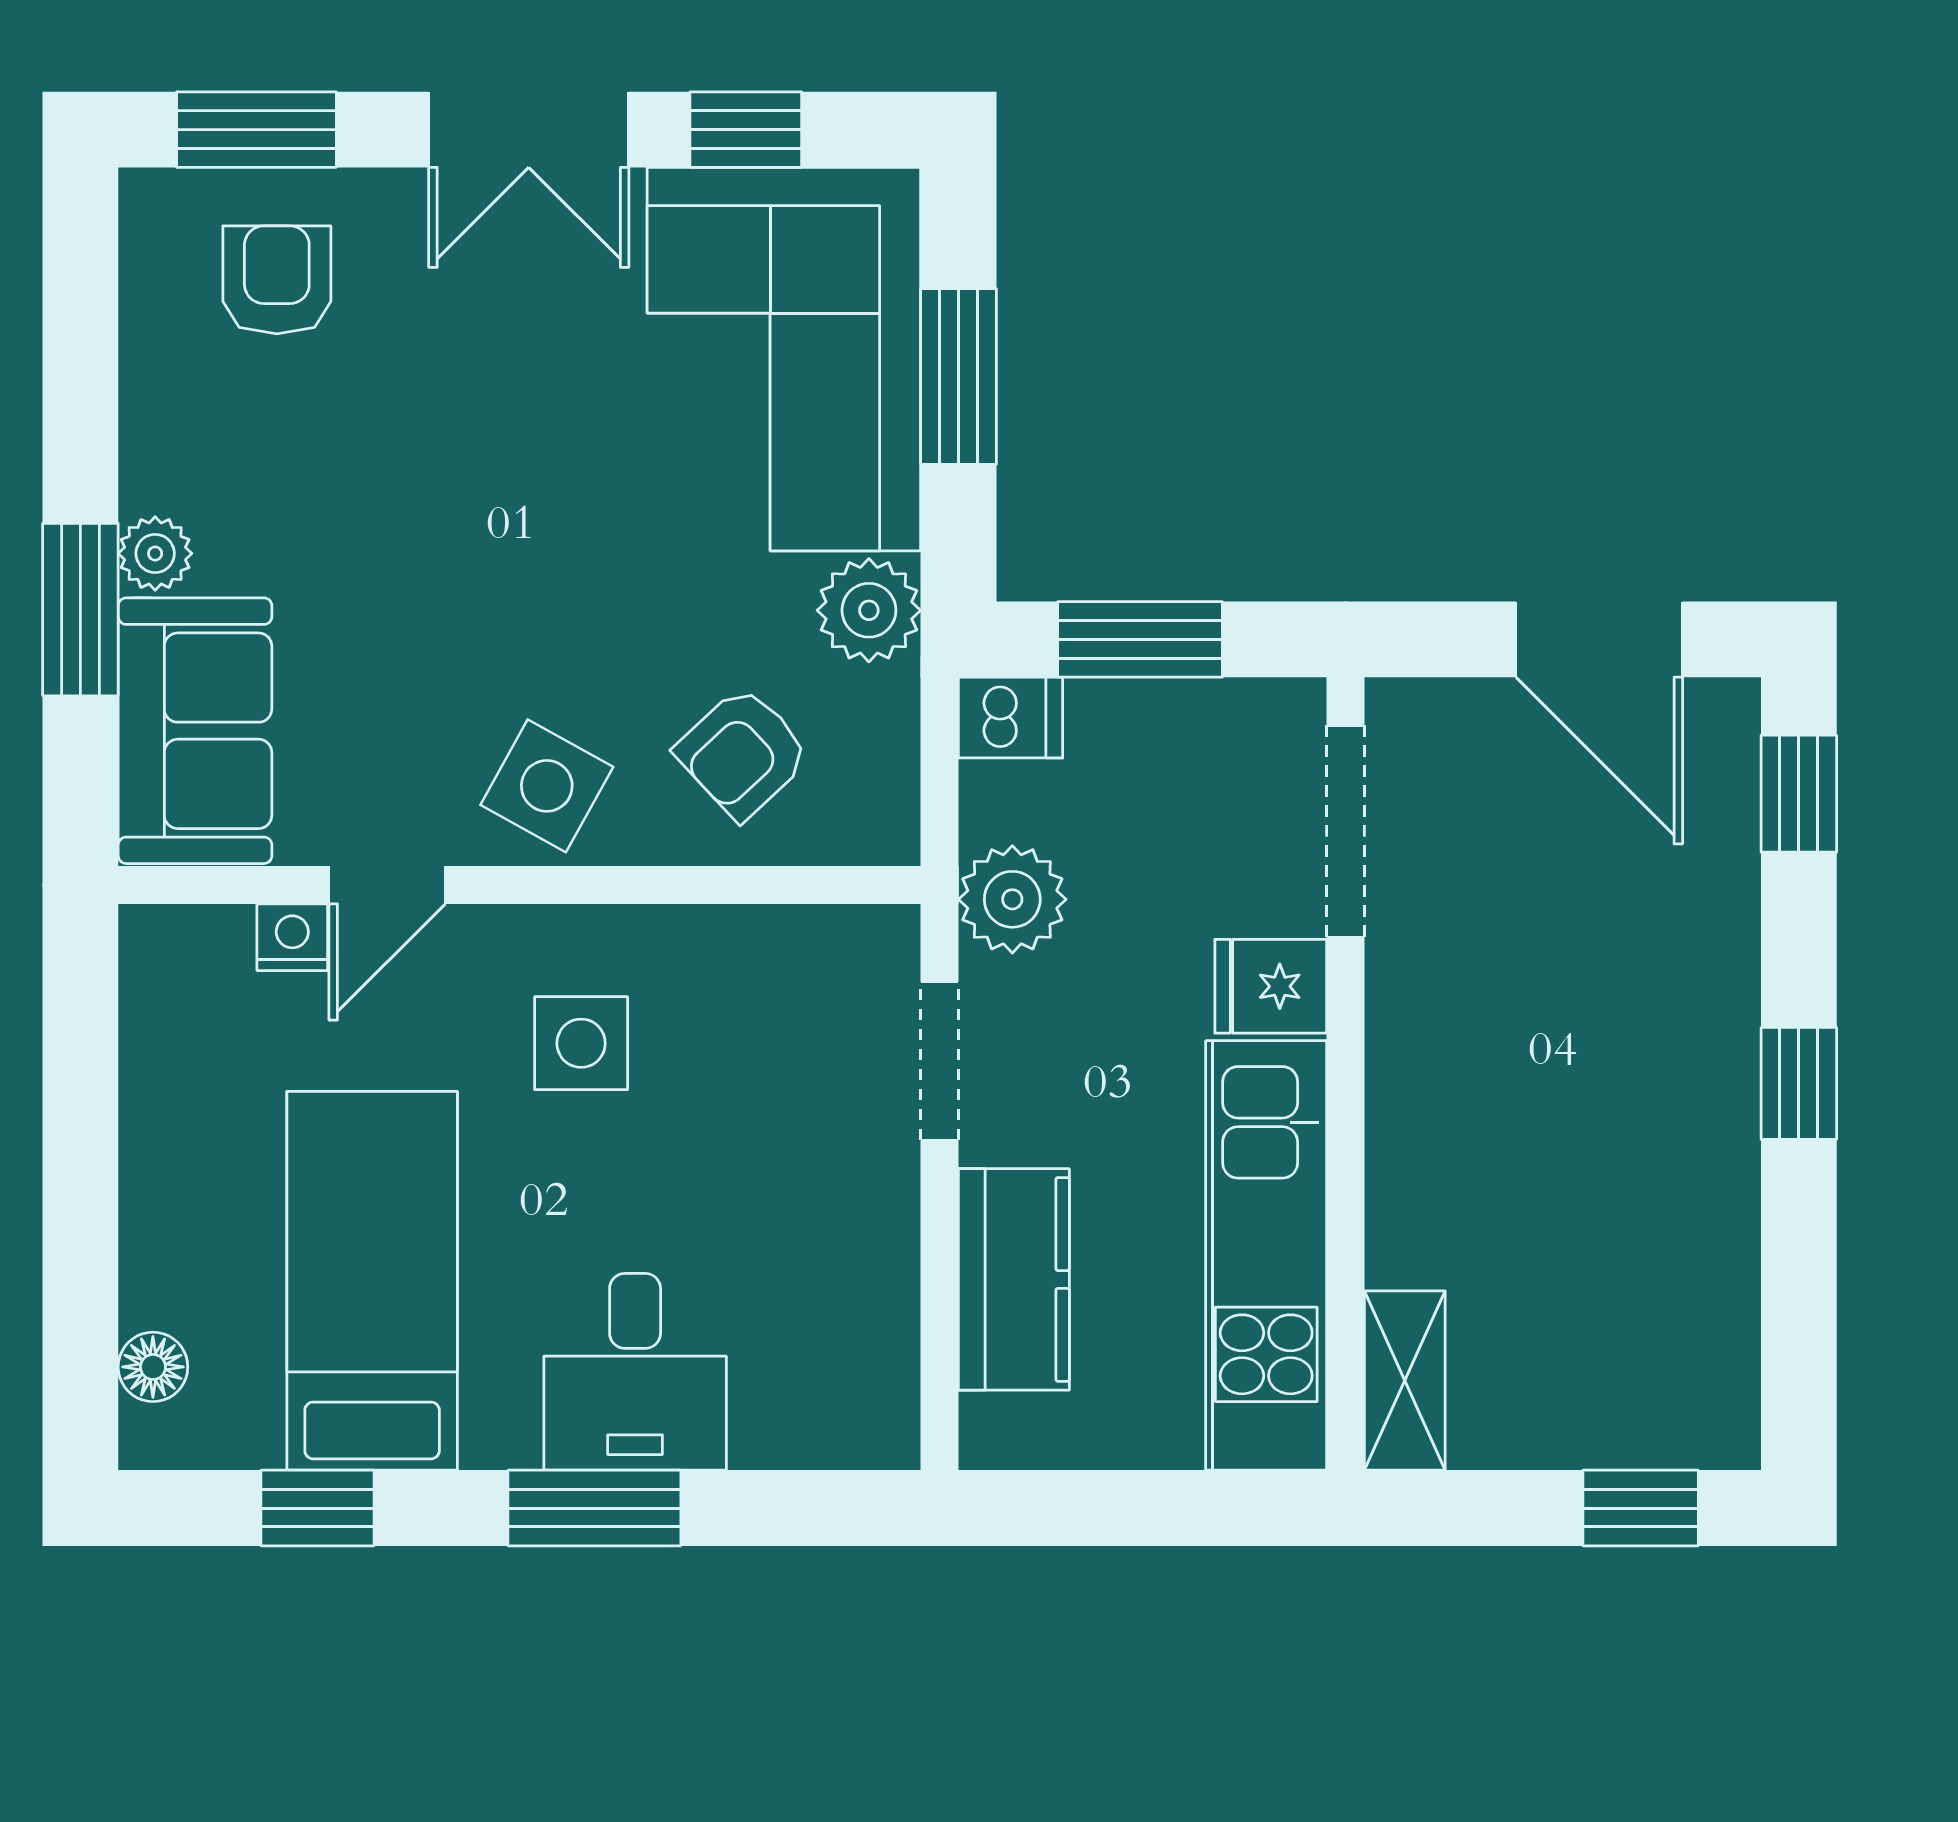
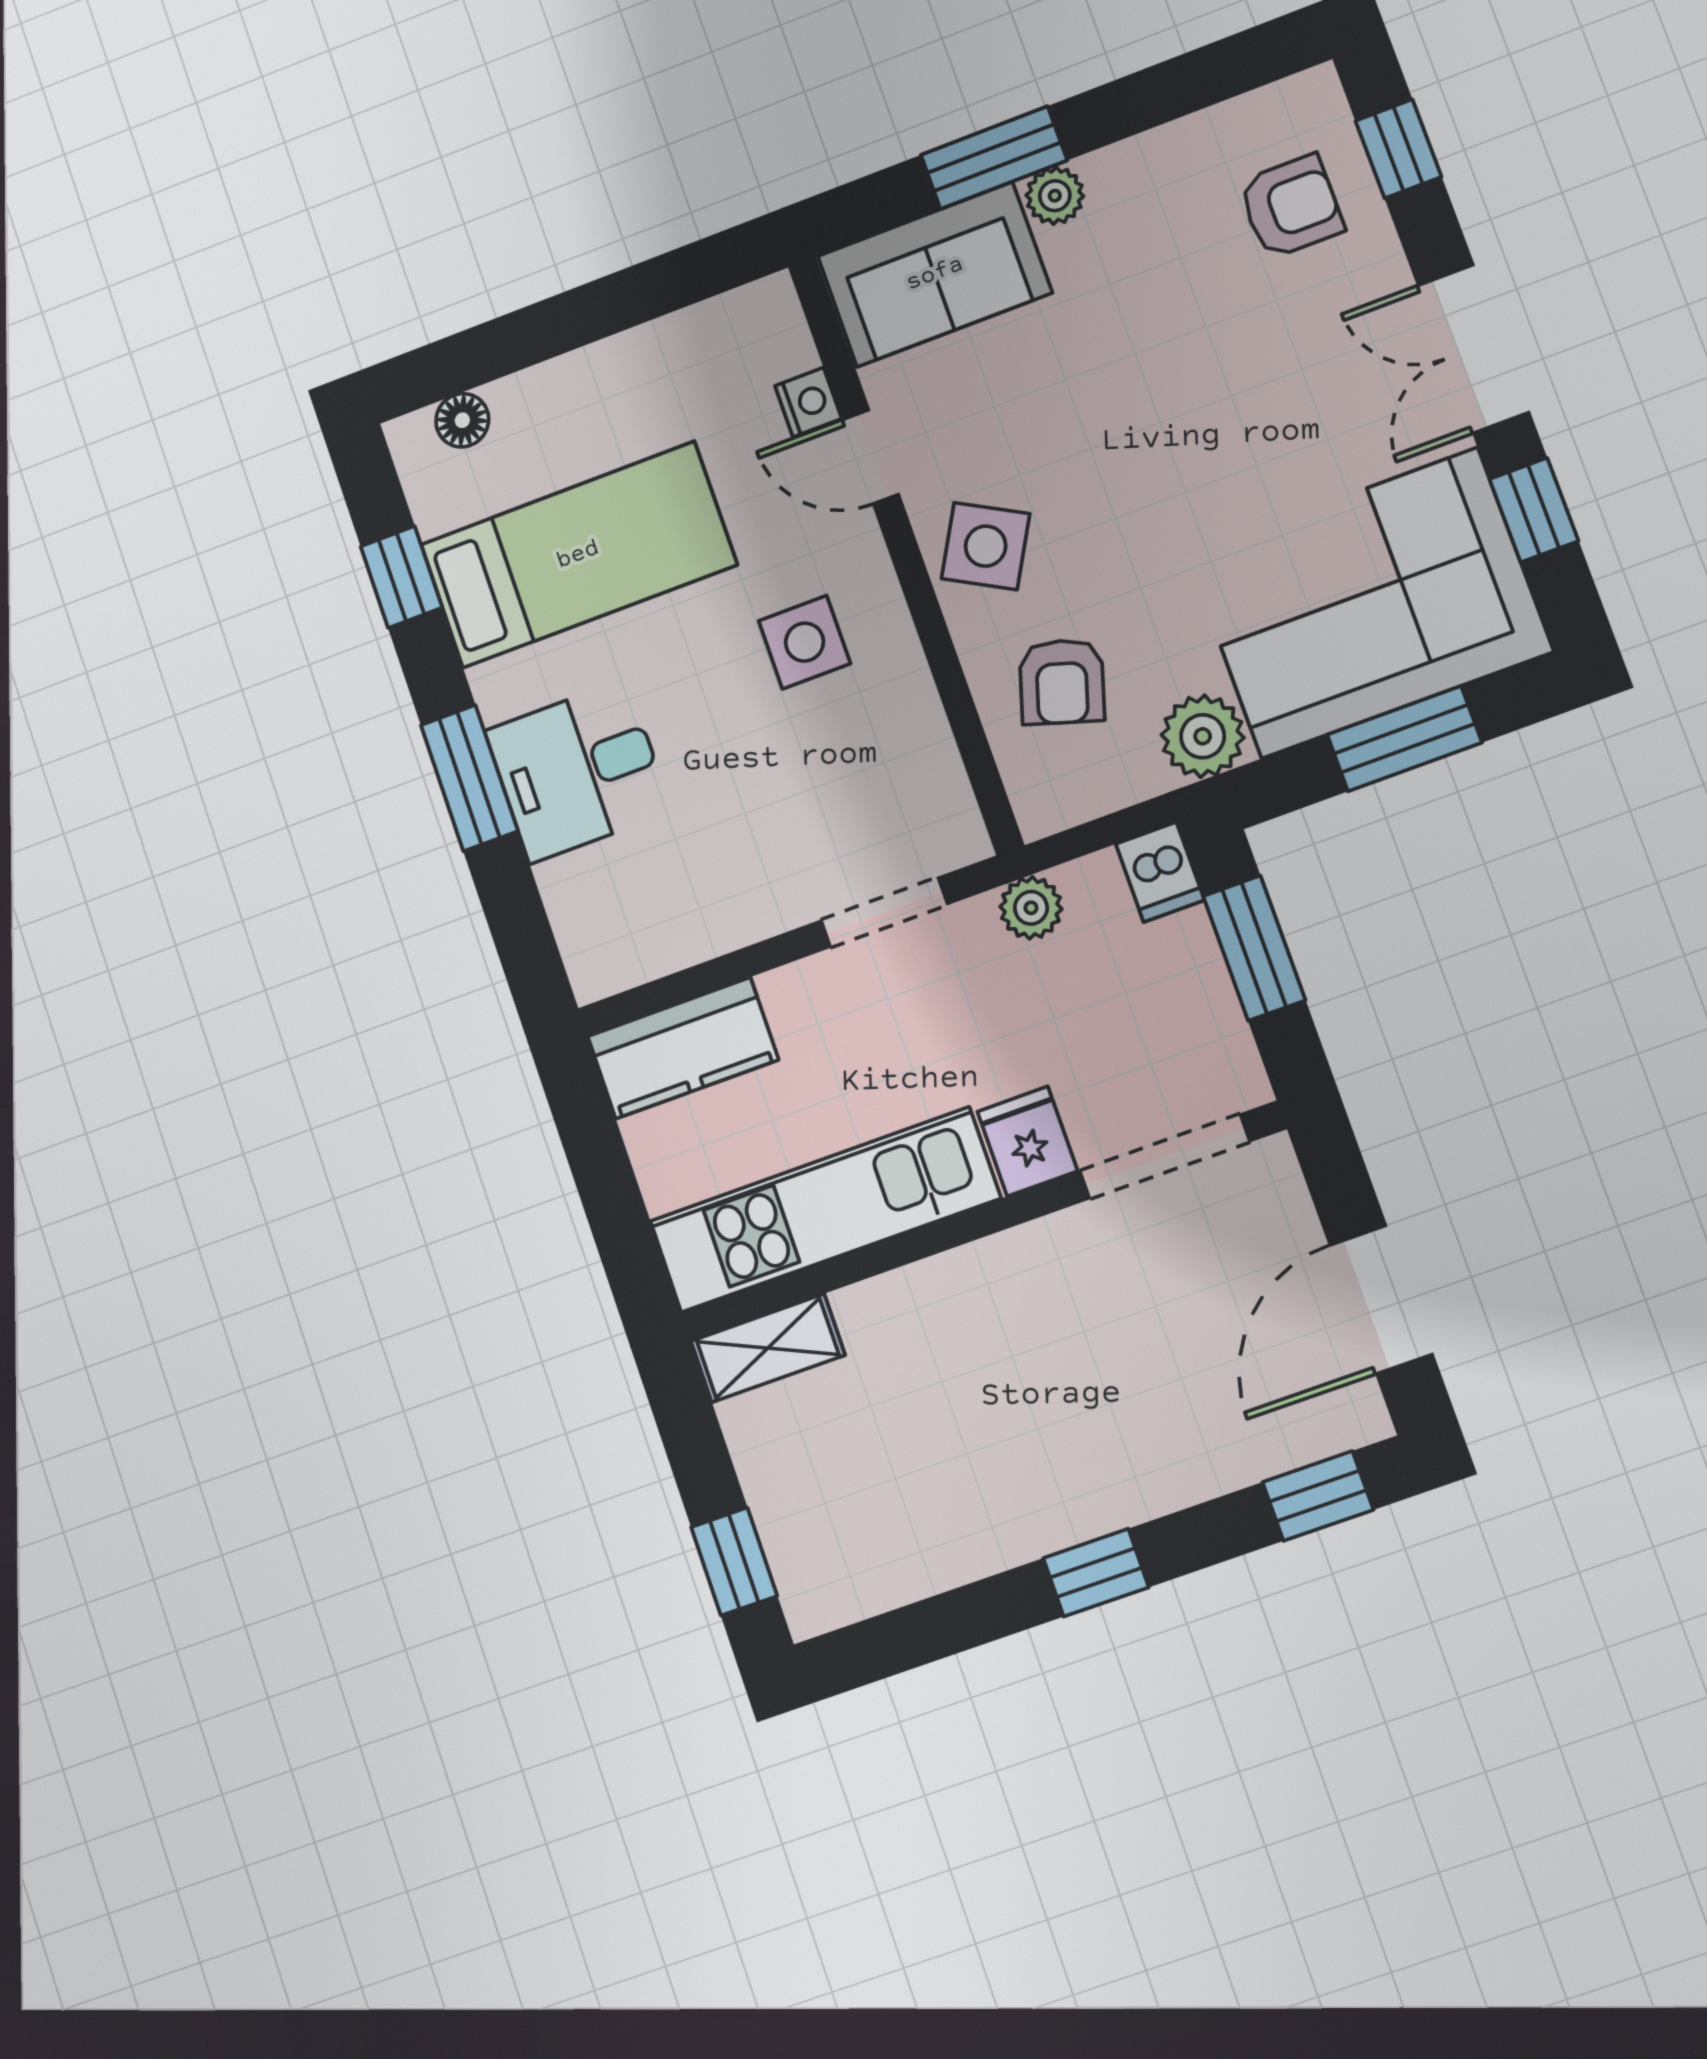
window: (256, 130) -> (1398, 149), width x0.67
armchair: (743, 753) -> (1062, 682), turned -120
plant: (1012, 899) -> (1031, 908), width x0.73, depth x0.73
kitchen counter: (1014, 1279) -> (683, 1048), moved

